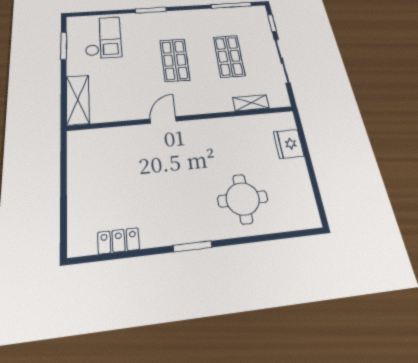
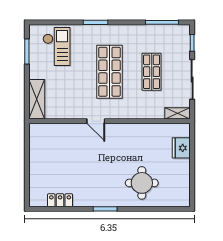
shop shelf: (175, 60) -> (109, 72), width x1.43, depth x1.36
shelving: (251, 103) -> (178, 113), moved
door: (163, 120) -> (96, 121), swing flipped

